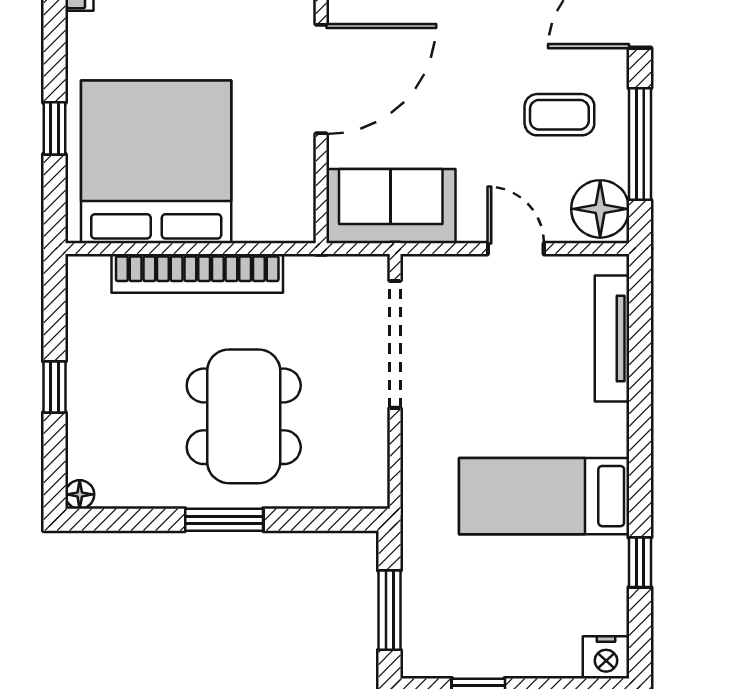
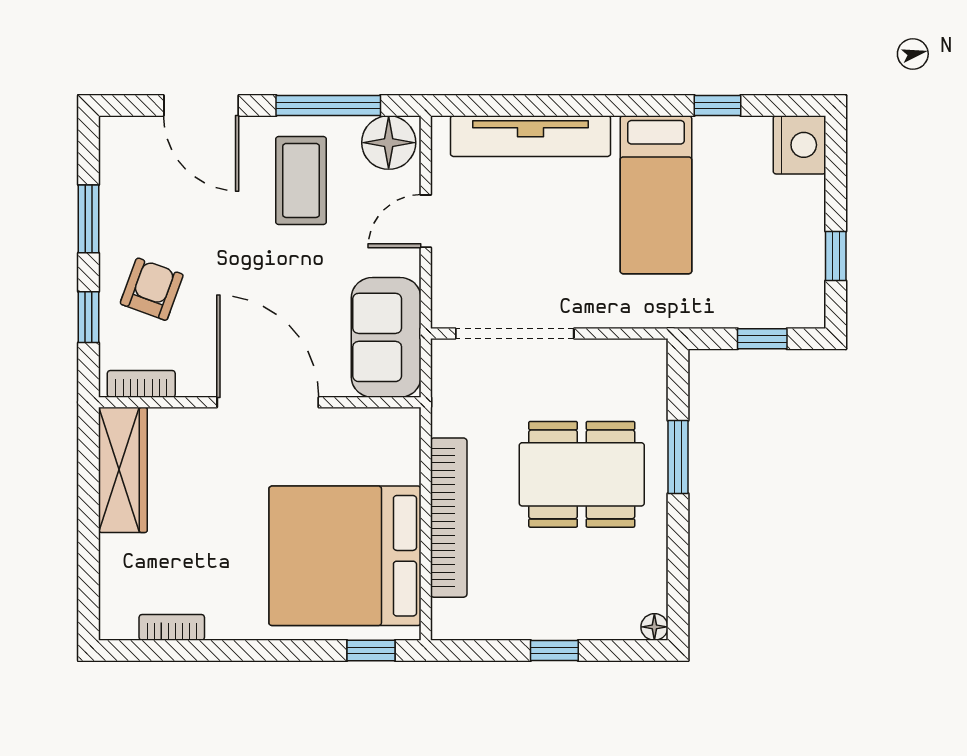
coffee table: (559, 115) -> (301, 180), width x1.36, depth x1.30
window: (54, 128) -> (371, 650), moved
tv unit: (612, 339) -> (531, 136), width x1.36, depth x1.29
window: (224, 520) -> (678, 457), moved
window: (389, 610) -> (762, 339), width x0.67
nightstand: (606, 657) -> (800, 145), width x1.36, depth x1.33

